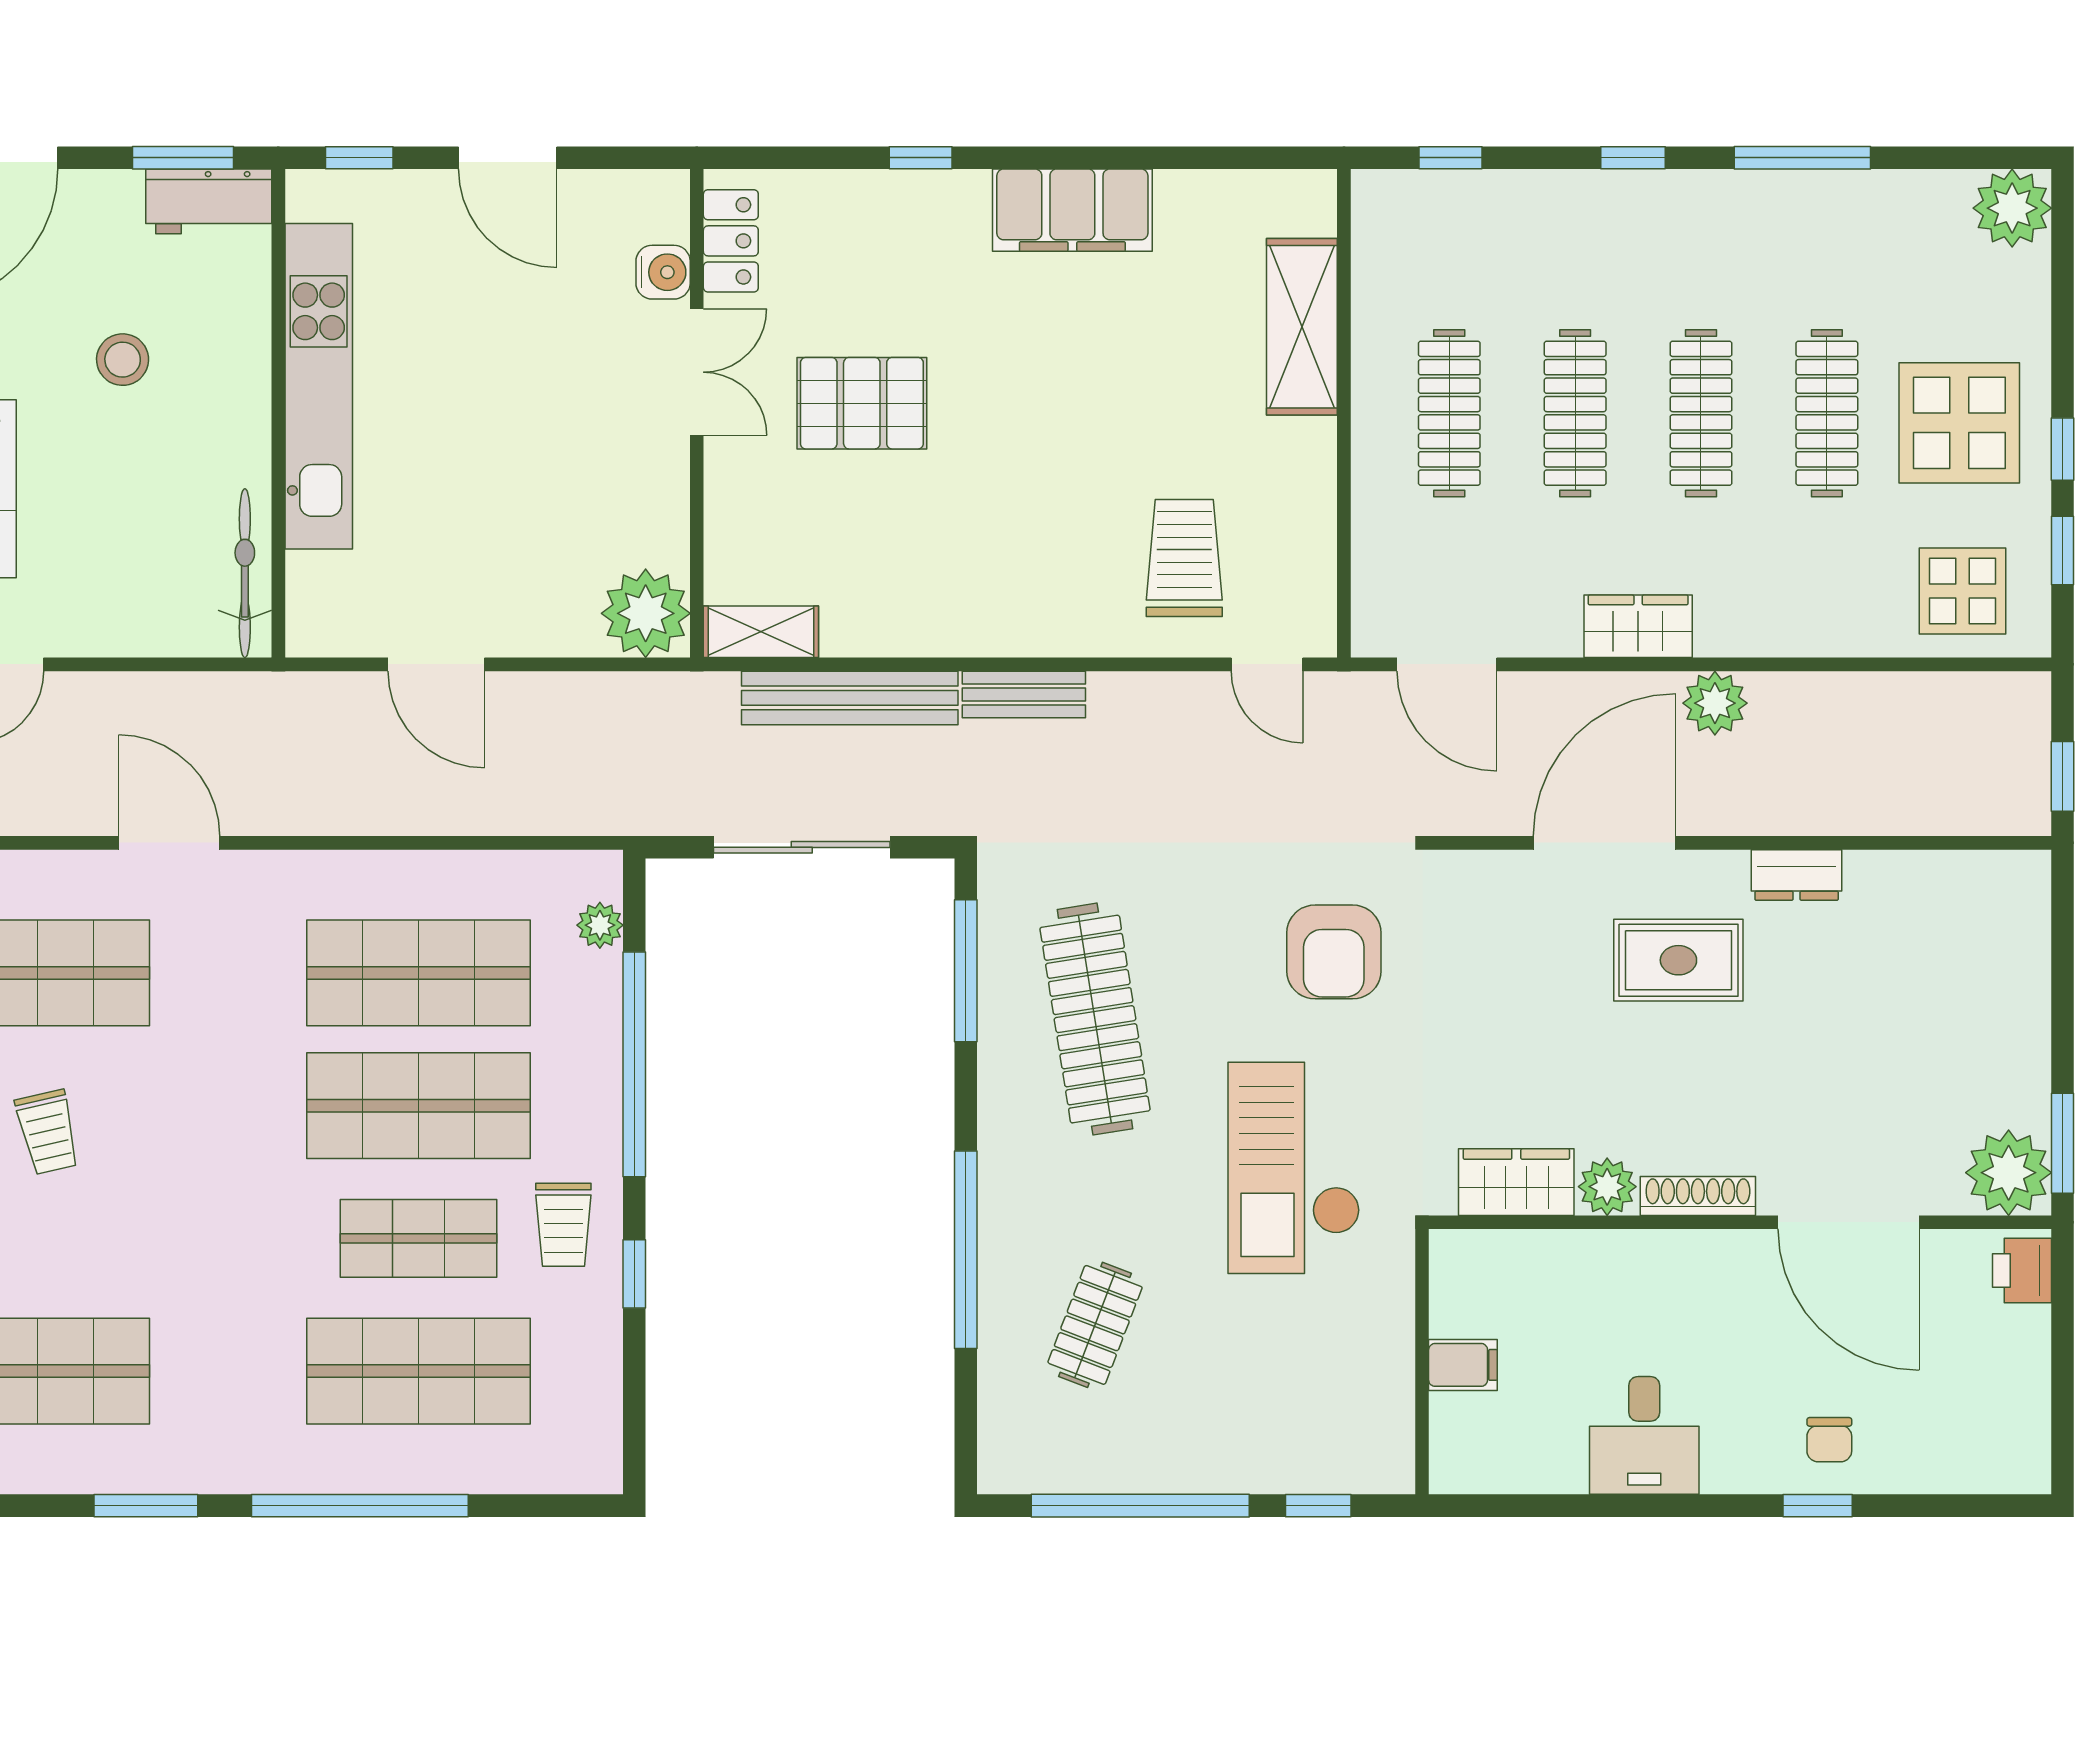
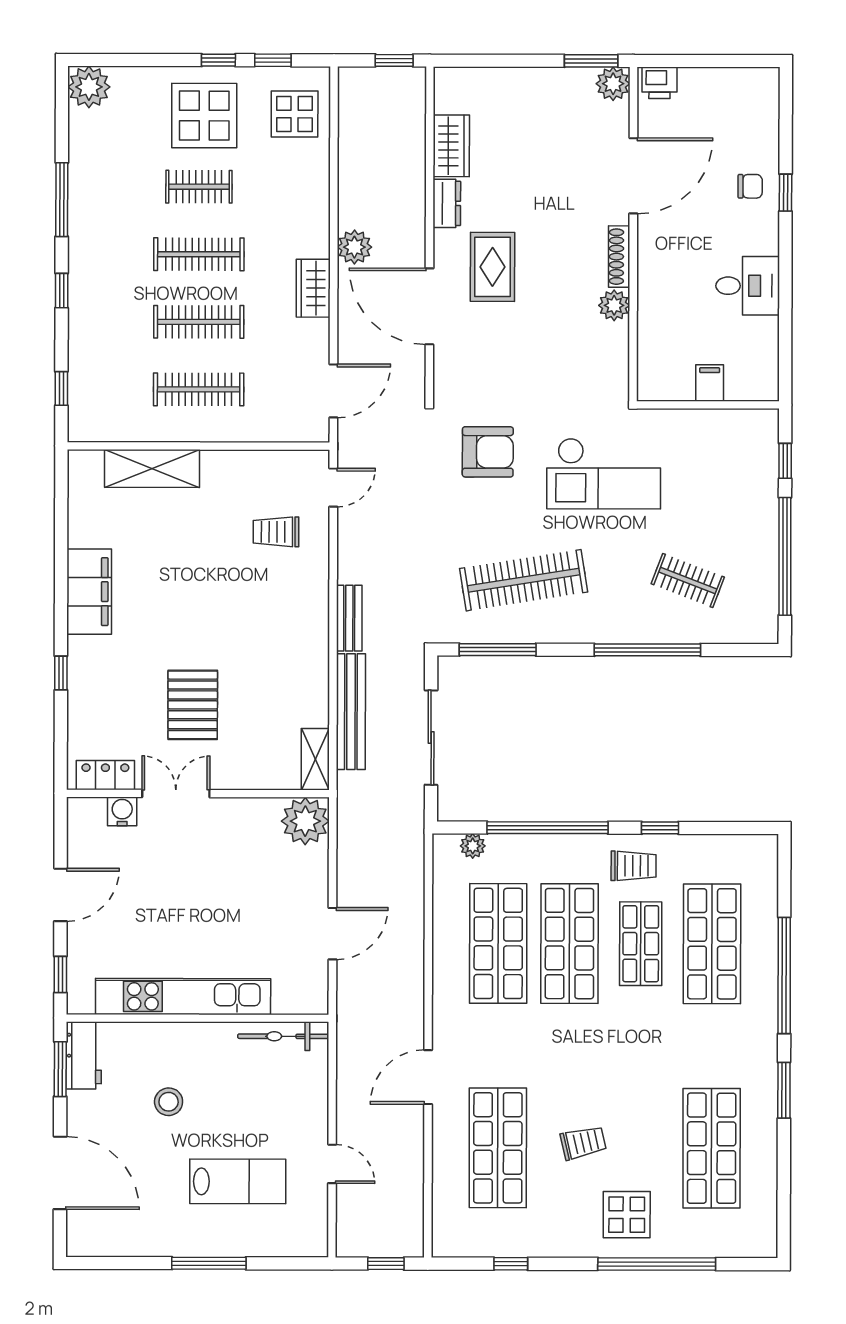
clothes rail: (1827, 413) -> (199, 187), width x0.73
trolley: (1184, 558) -> (276, 532), width x0.73, depth x0.72
plant: (2009, 1173) -> (613, 84), width x0.73, depth x0.73
wardrobe: (1516, 1182) -> (451, 146), moved, turned 180

